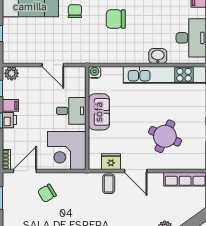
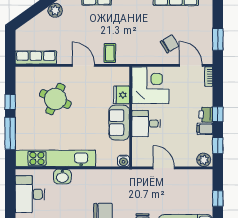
fridge: (111, 162) -> (122, 95), moved, turned 90
door: (25, 171) -> (191, 65), swing flipped

